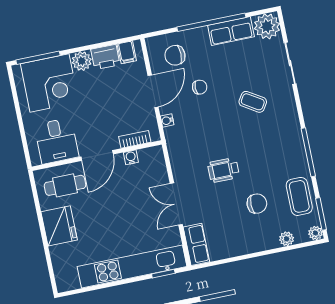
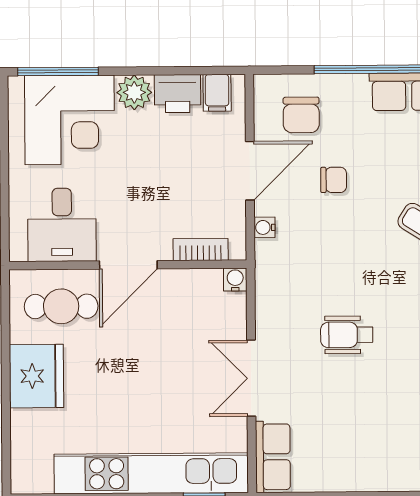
chair: (175, 55) -> (301, 115), turned -90
water cooler: (131, 157) -> (235, 280), moved
chair: (257, 204) -> (394, 406), removed

